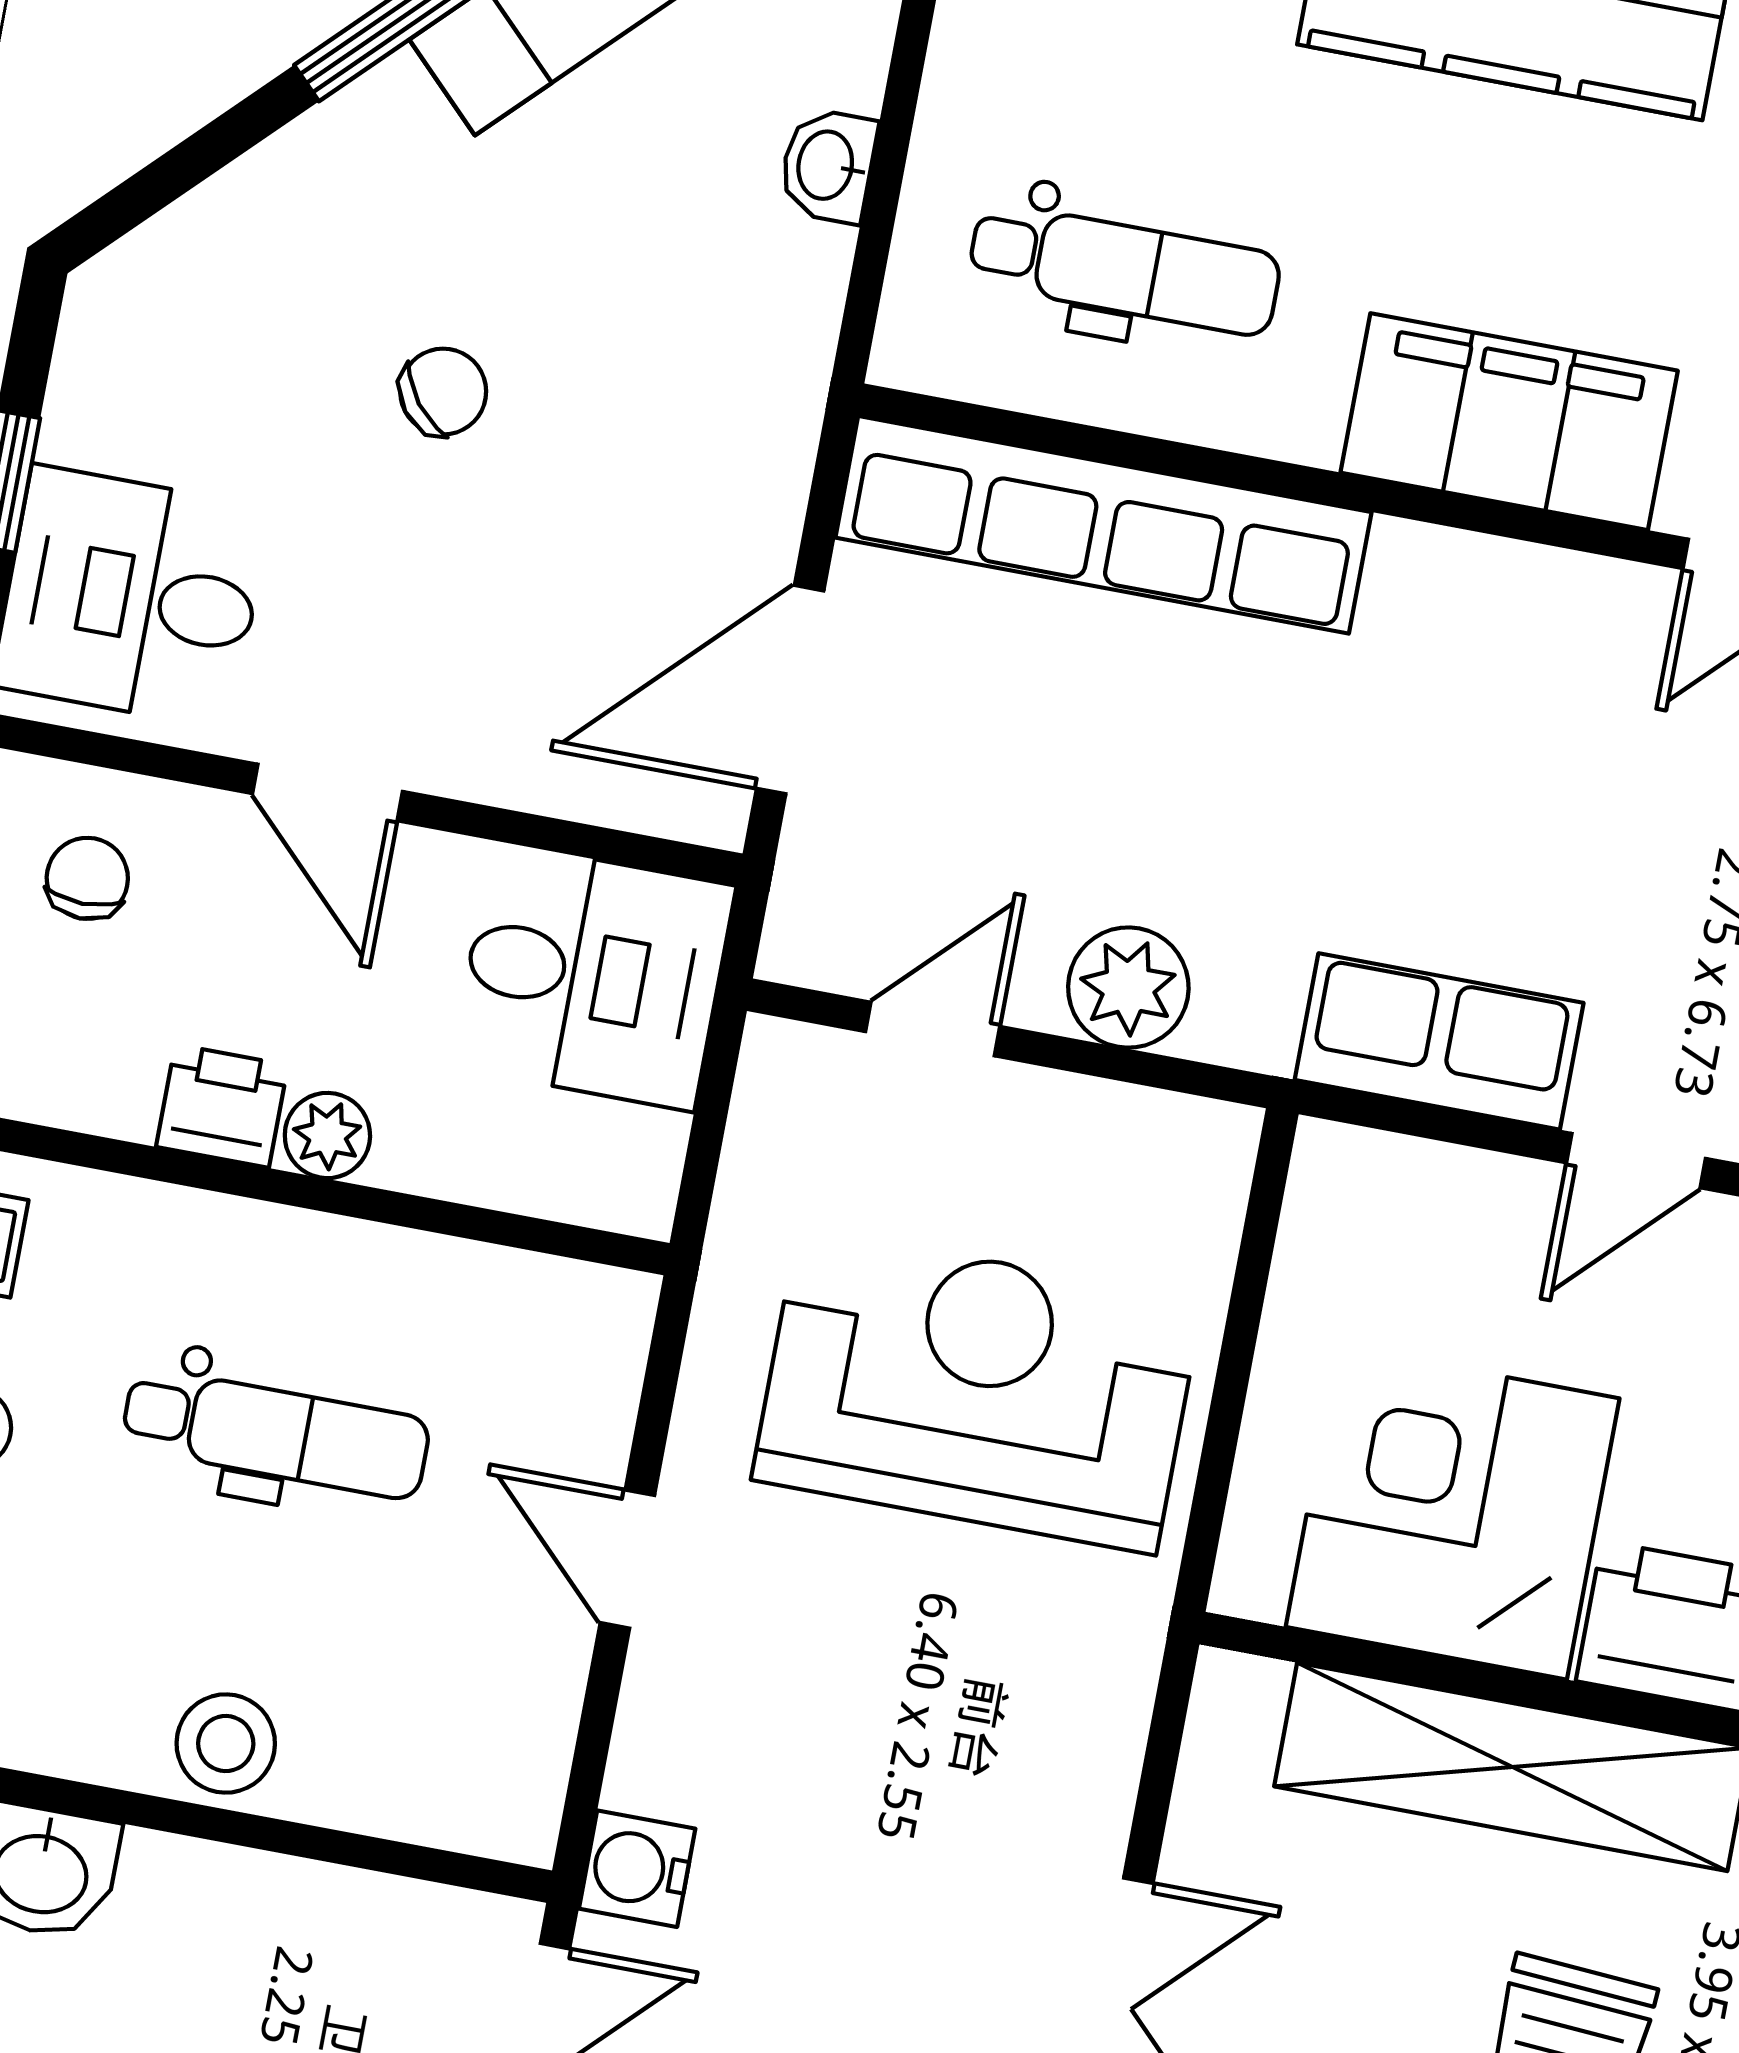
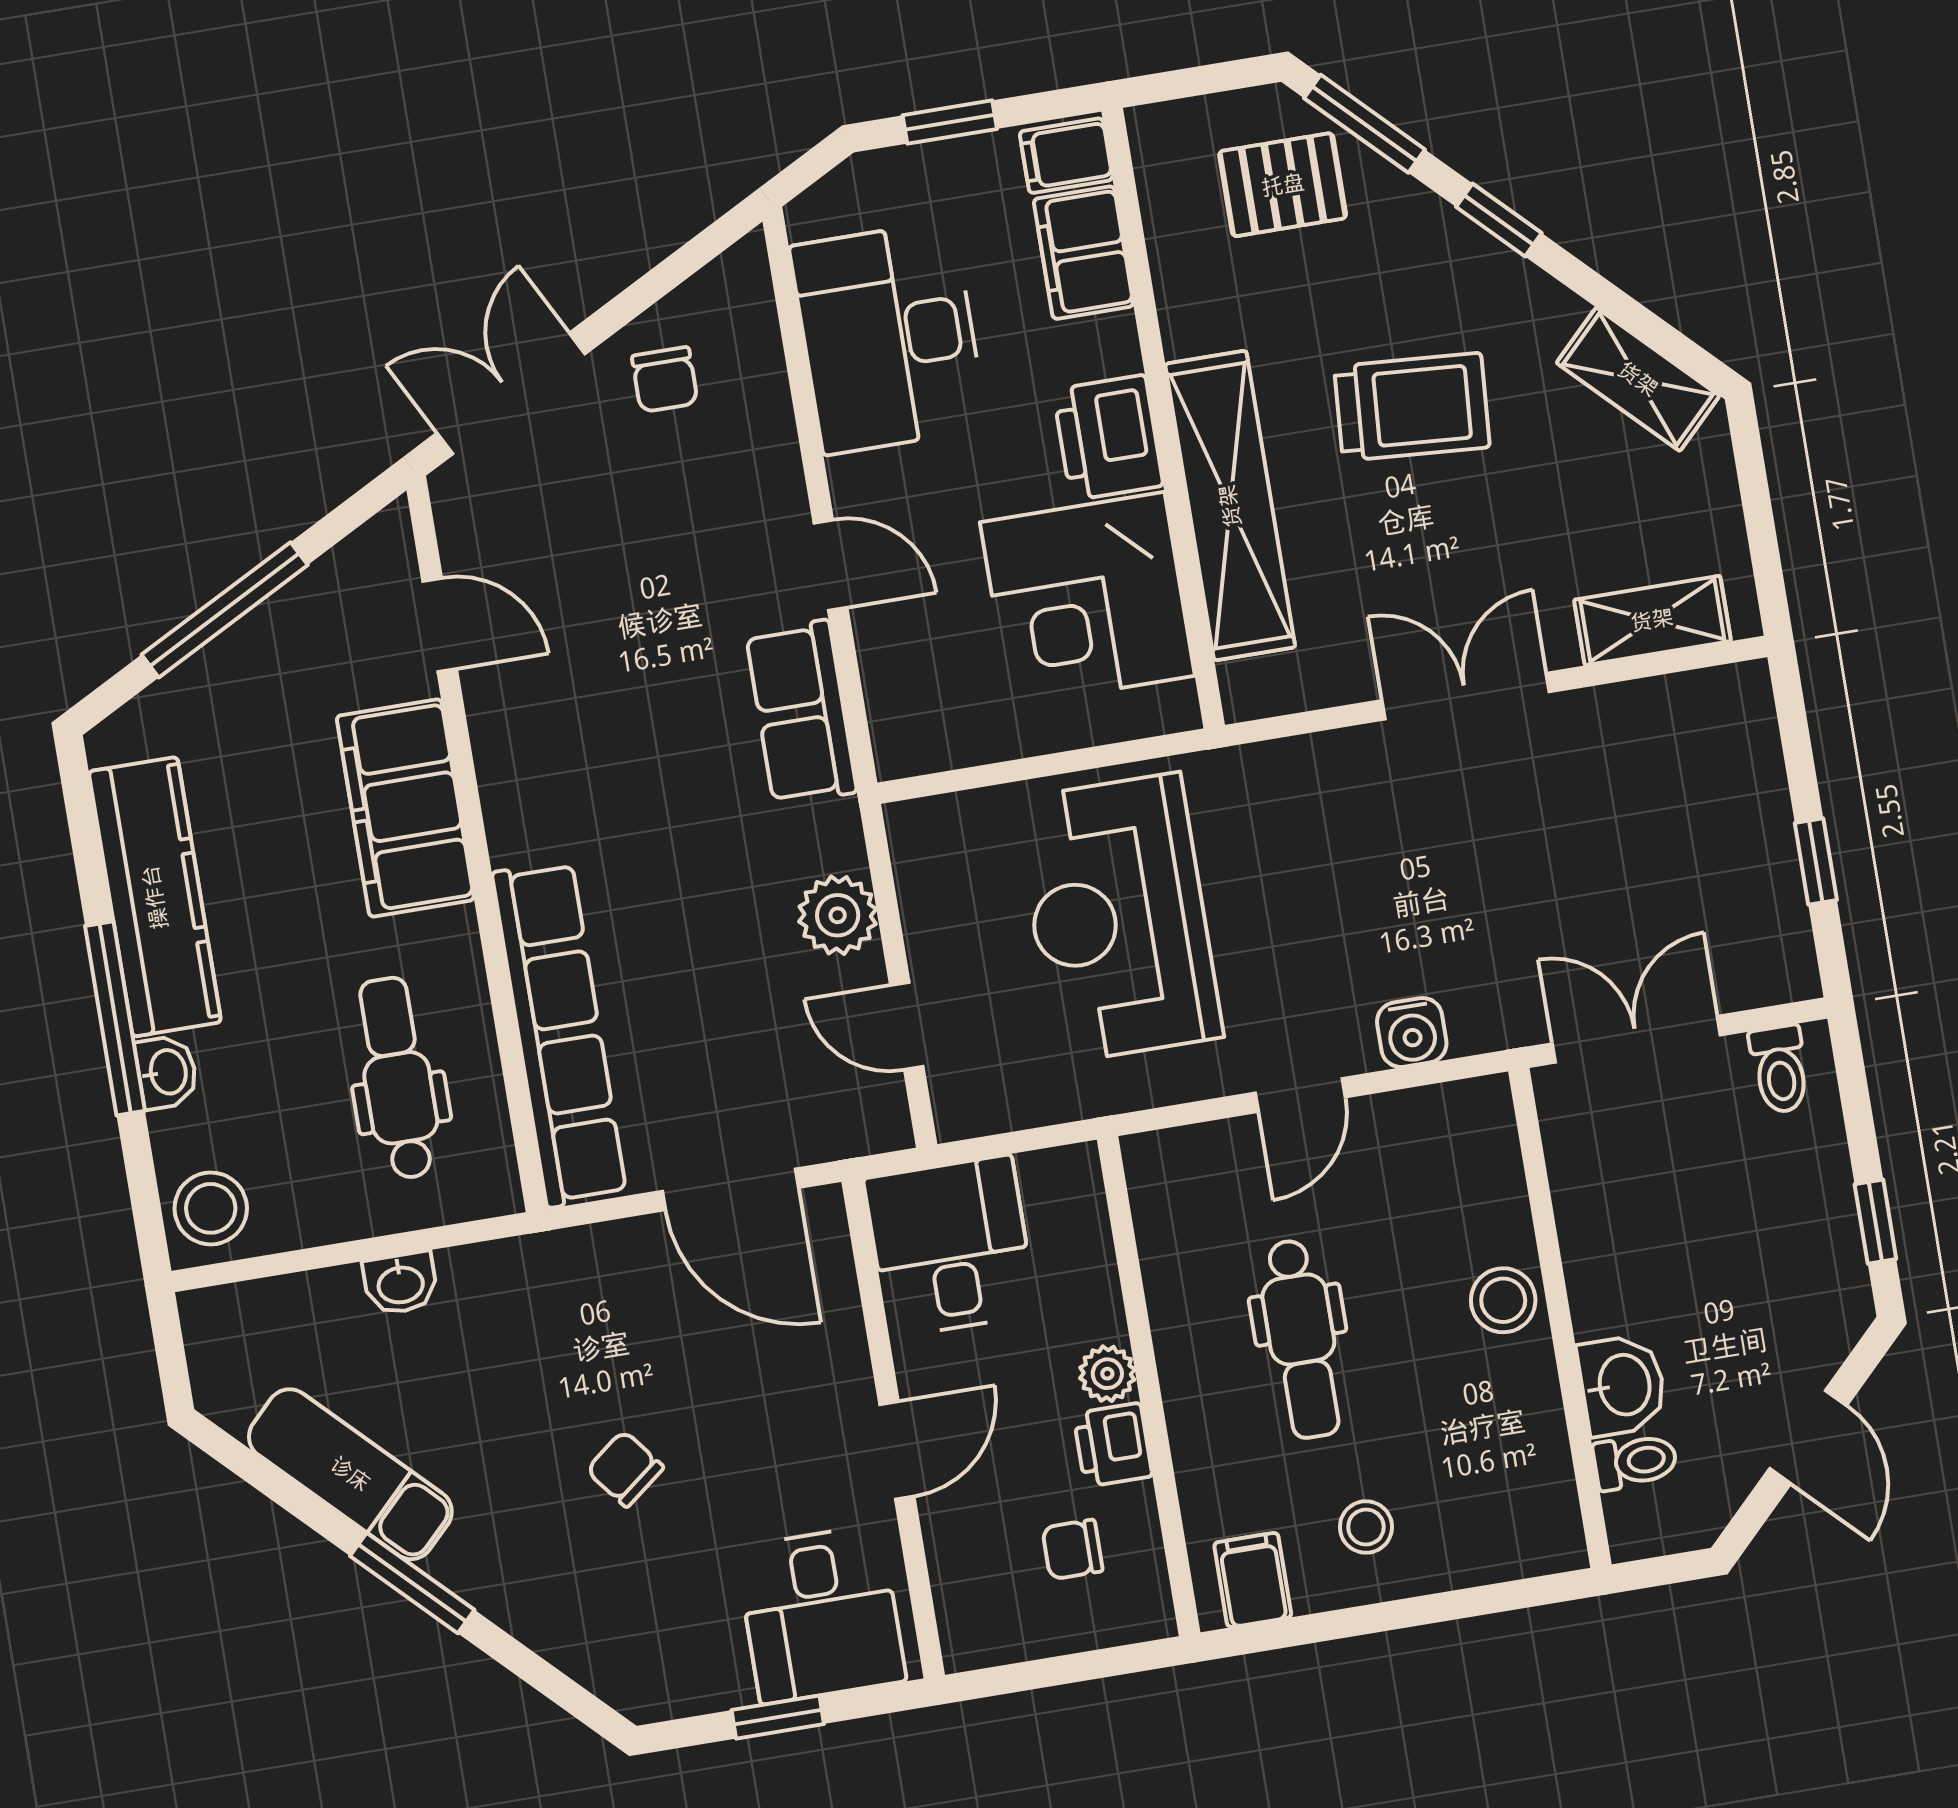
chair: (87, 878) -> (1072, 1549), moved
dental chair: (276, 1433) -> (1302, 1339), turned 180
water cooler: (637, 1869) -> (1412, 1033), moved

